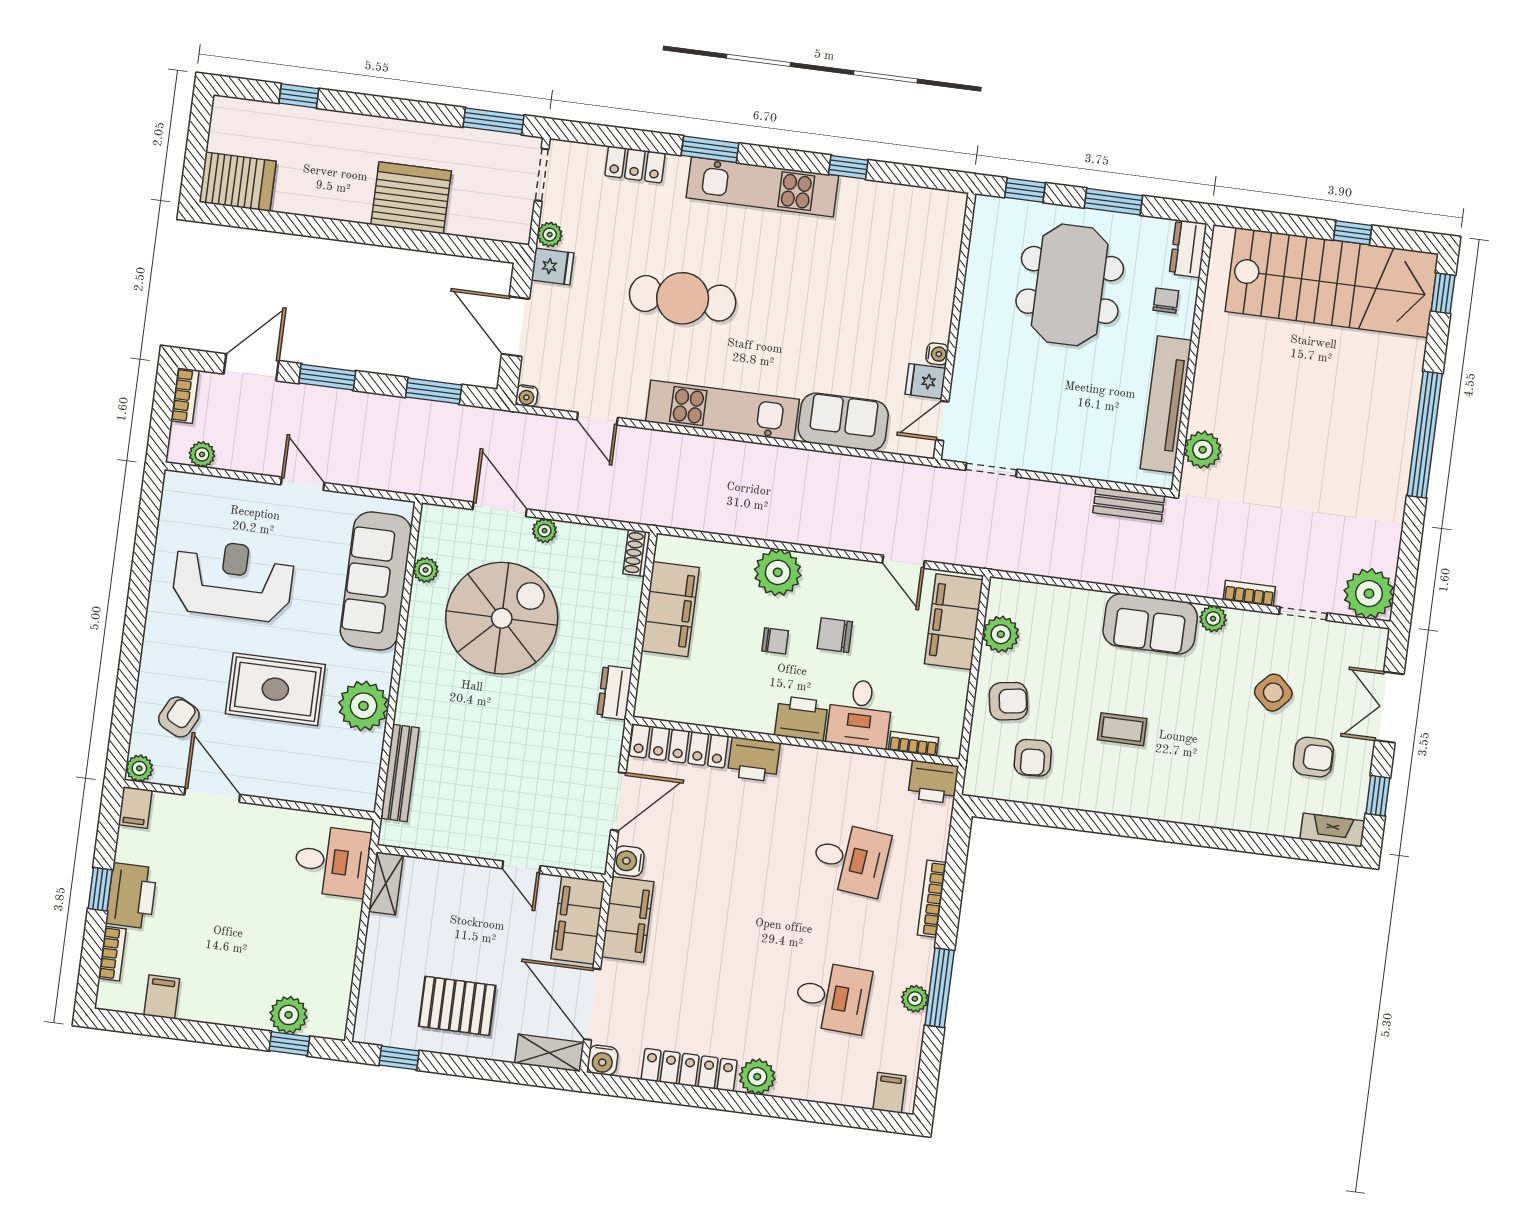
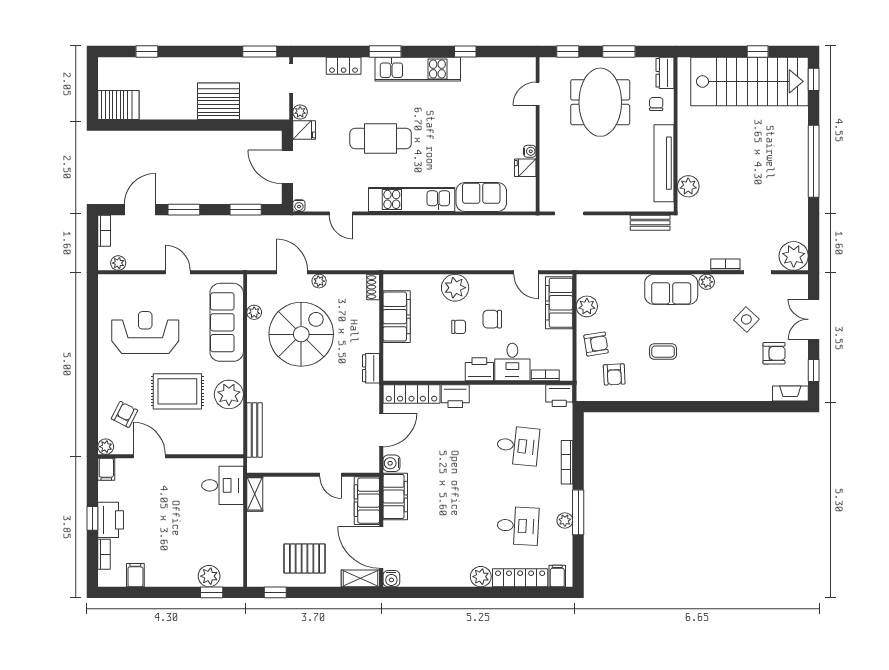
door: (942, 421) -> (538, 94), moved
locker: (689, 1070) -> (520, 578), moved

